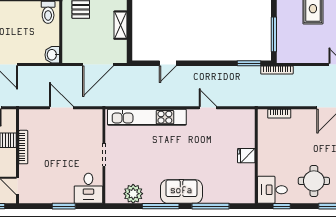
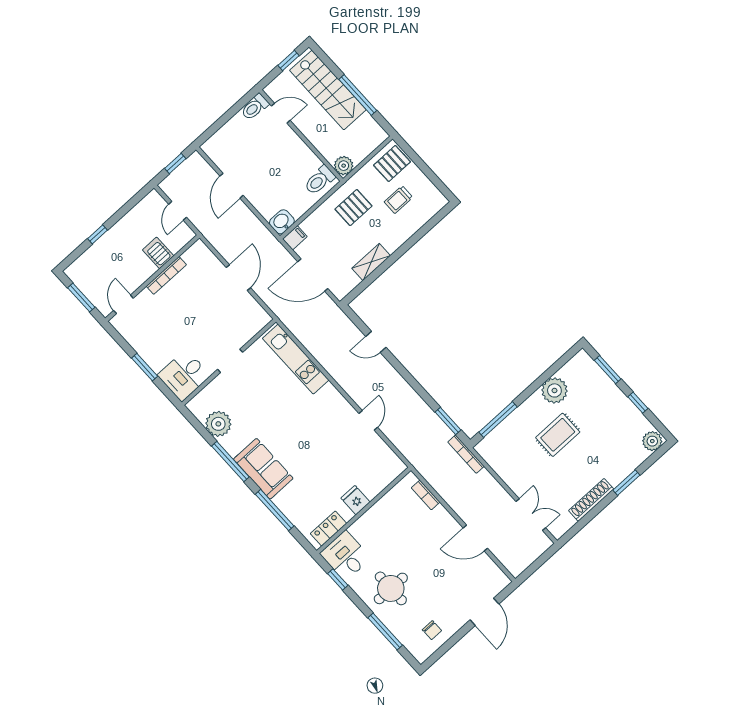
filing cabinet: (68, 56) -> (295, 238), added
kitchen unit: (147, 117) -> (296, 359), width x0.73
locker: (248, 185) -> (328, 529), added

